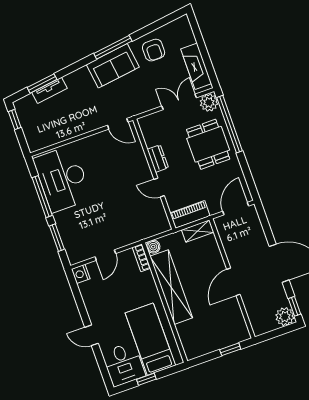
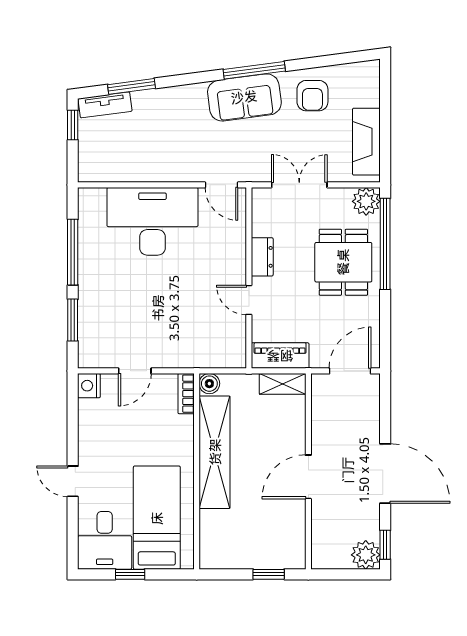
tv unit: (49, 90) -> (105, 105), moved
double door: (179, 102) -> (299, 185), moved
desk: (62, 179) -> (152, 221), moved, turned 90

